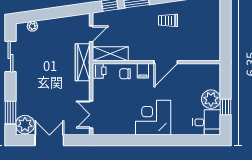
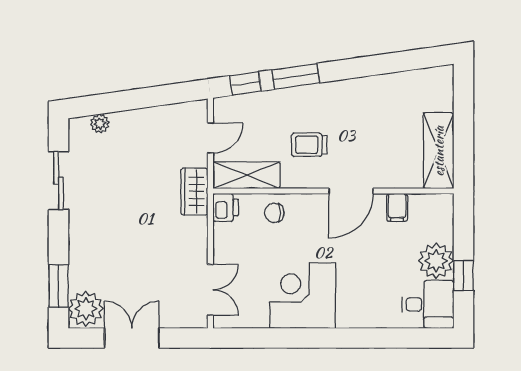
trolley: (168, 20) -> (309, 145), moved
shelving: (212, 41) -> (439, 151), added
wardrobe: (83, 62) -> (194, 192), width x0.67
filing cabinet: (143, 71) -> (397, 207), moved
double door: (91, 115) -> (210, 290), swing flipped
corner desk: (153, 118) -> (303, 296), moved

